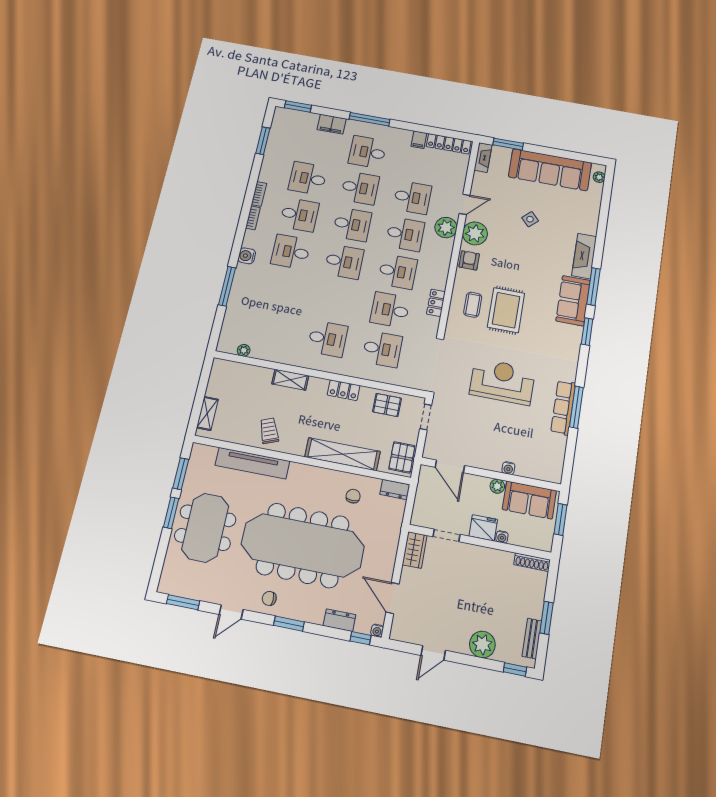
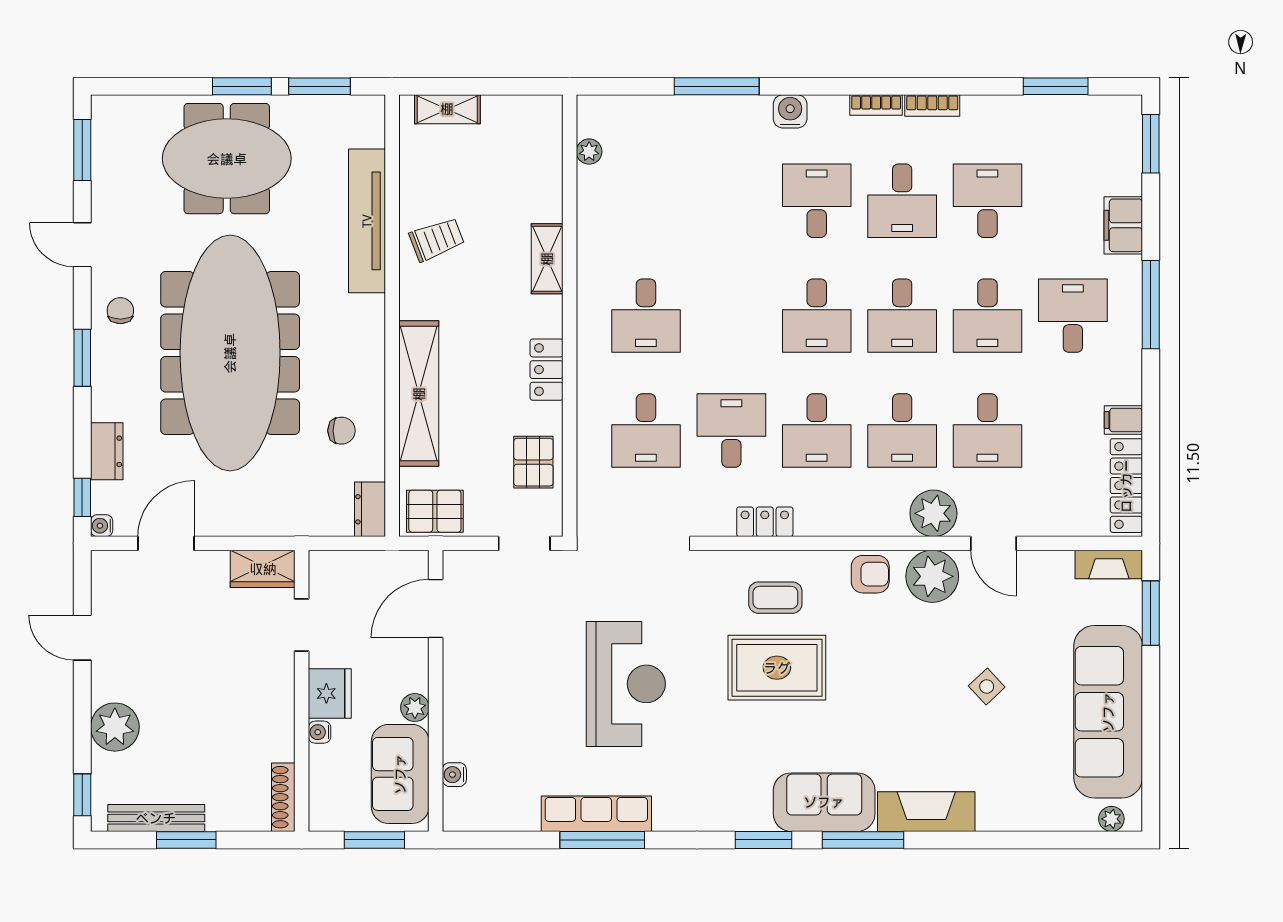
water cooler: (508, 468) -> (454, 775), moved
bench: (532, 639) -> (156, 818), width x1.36

